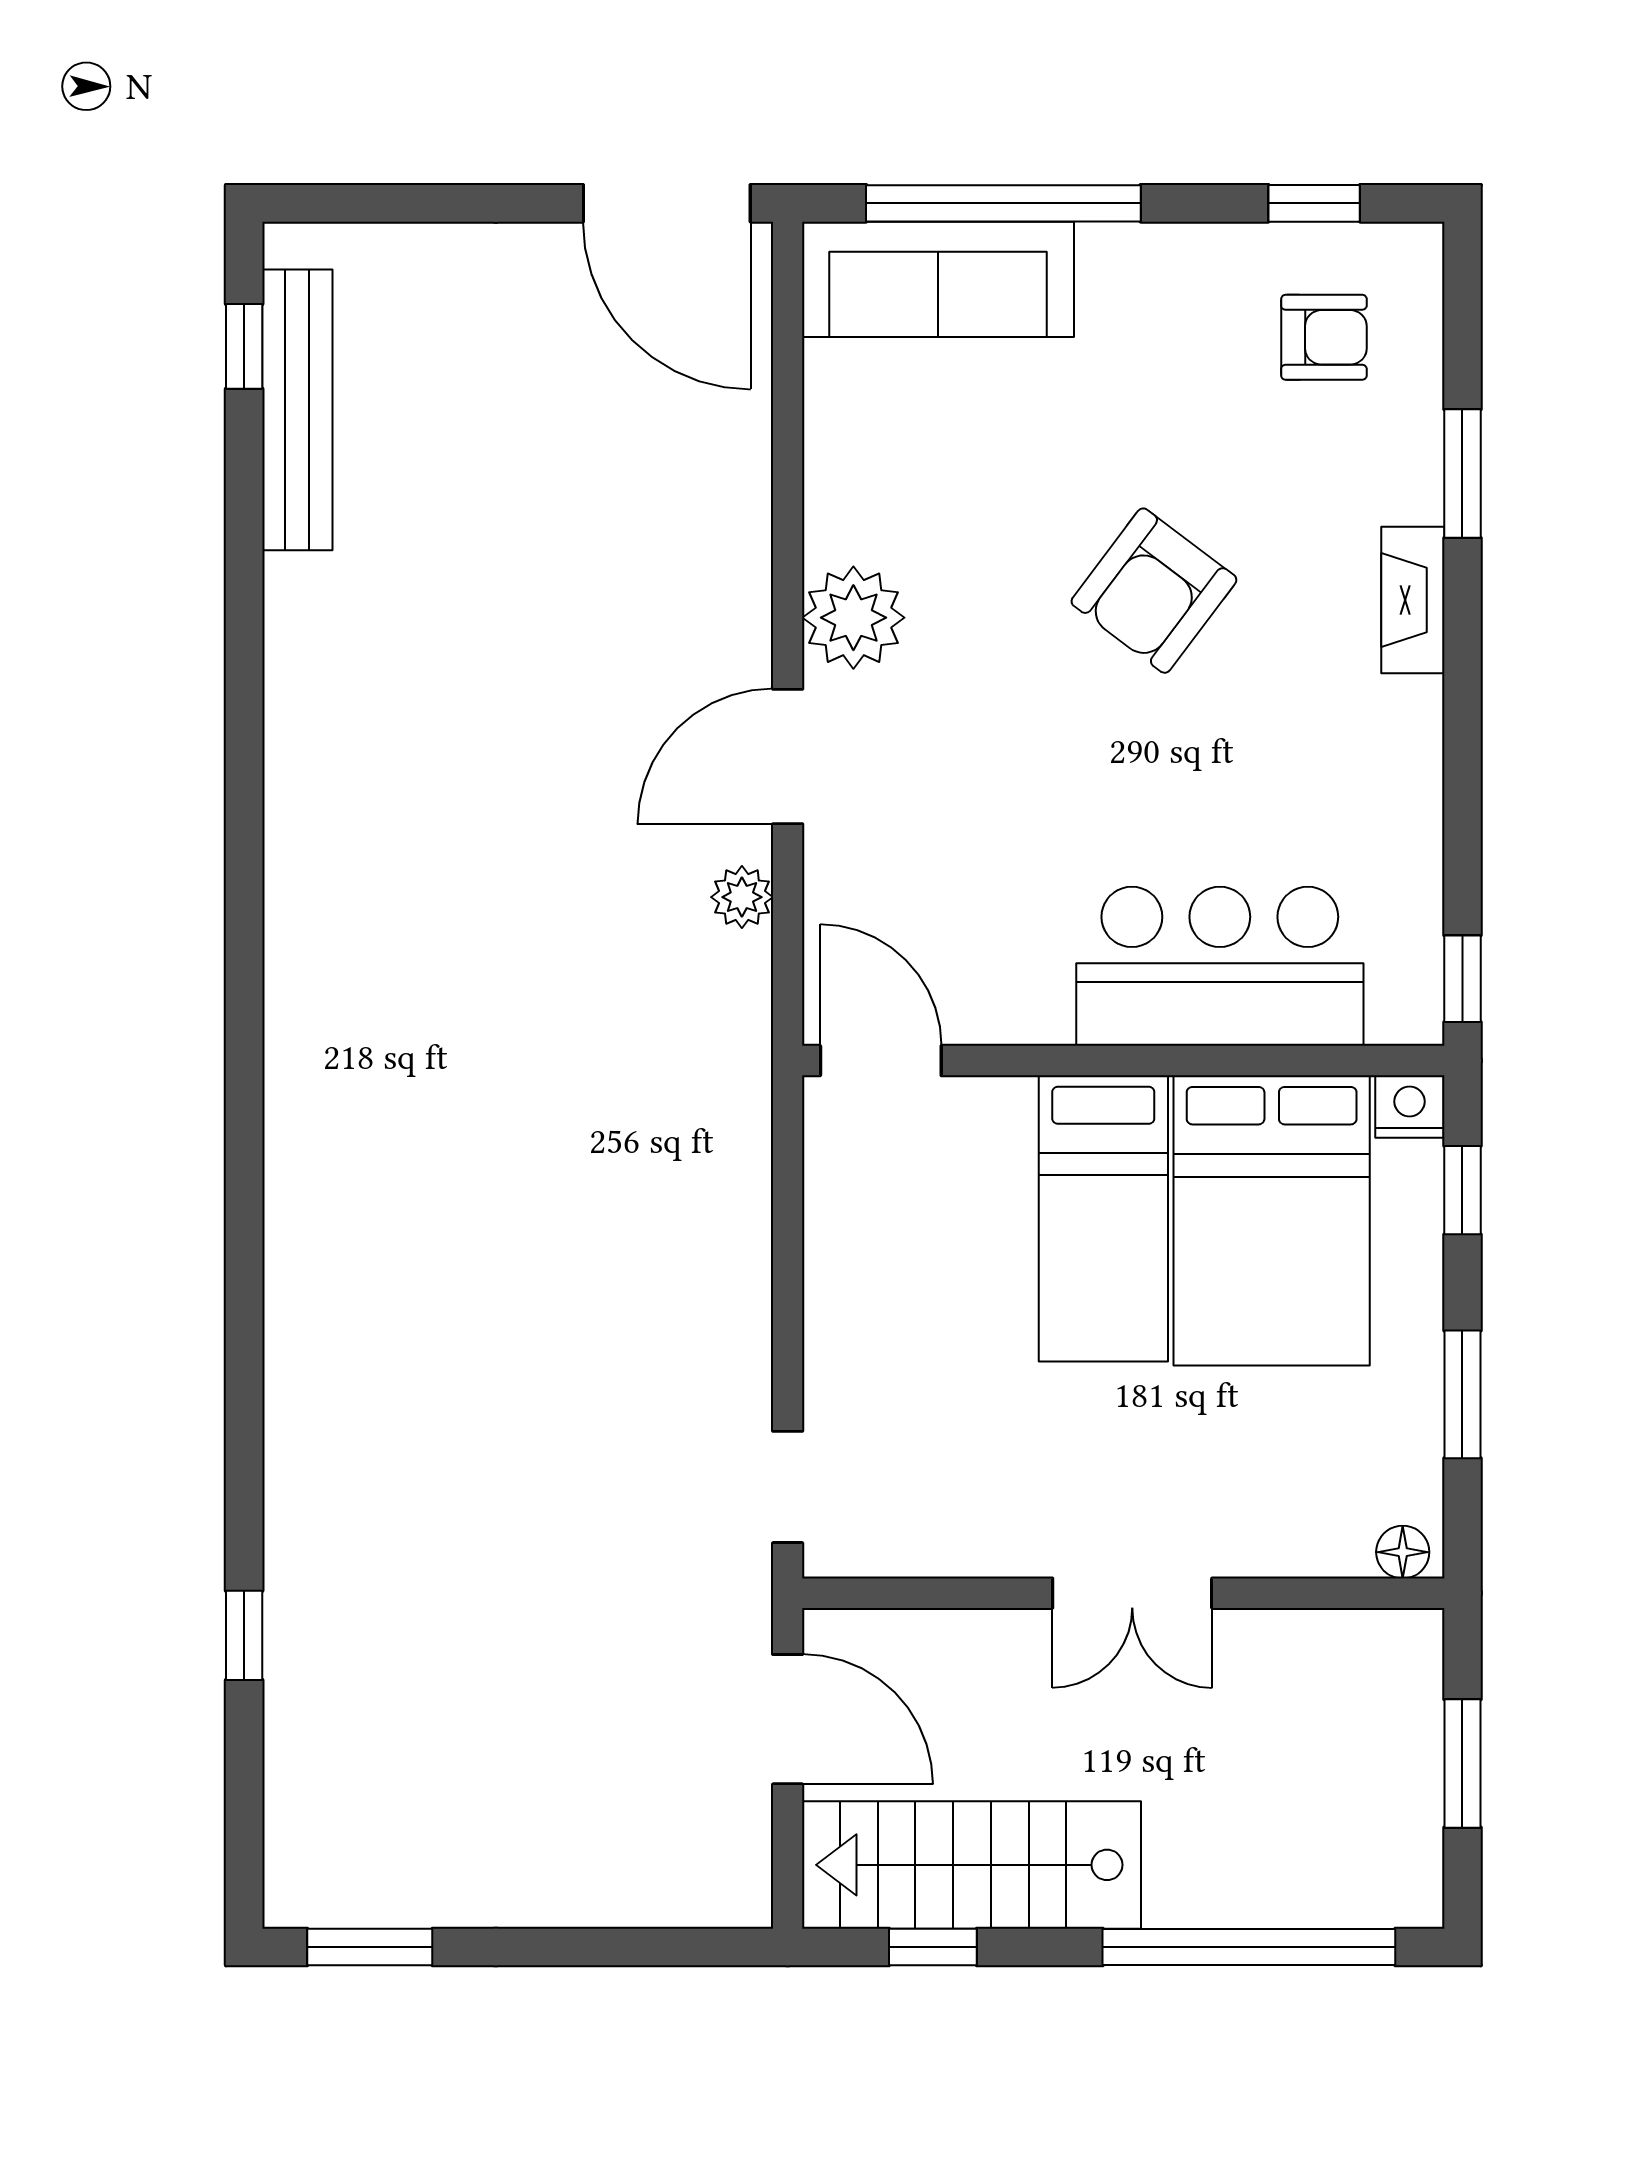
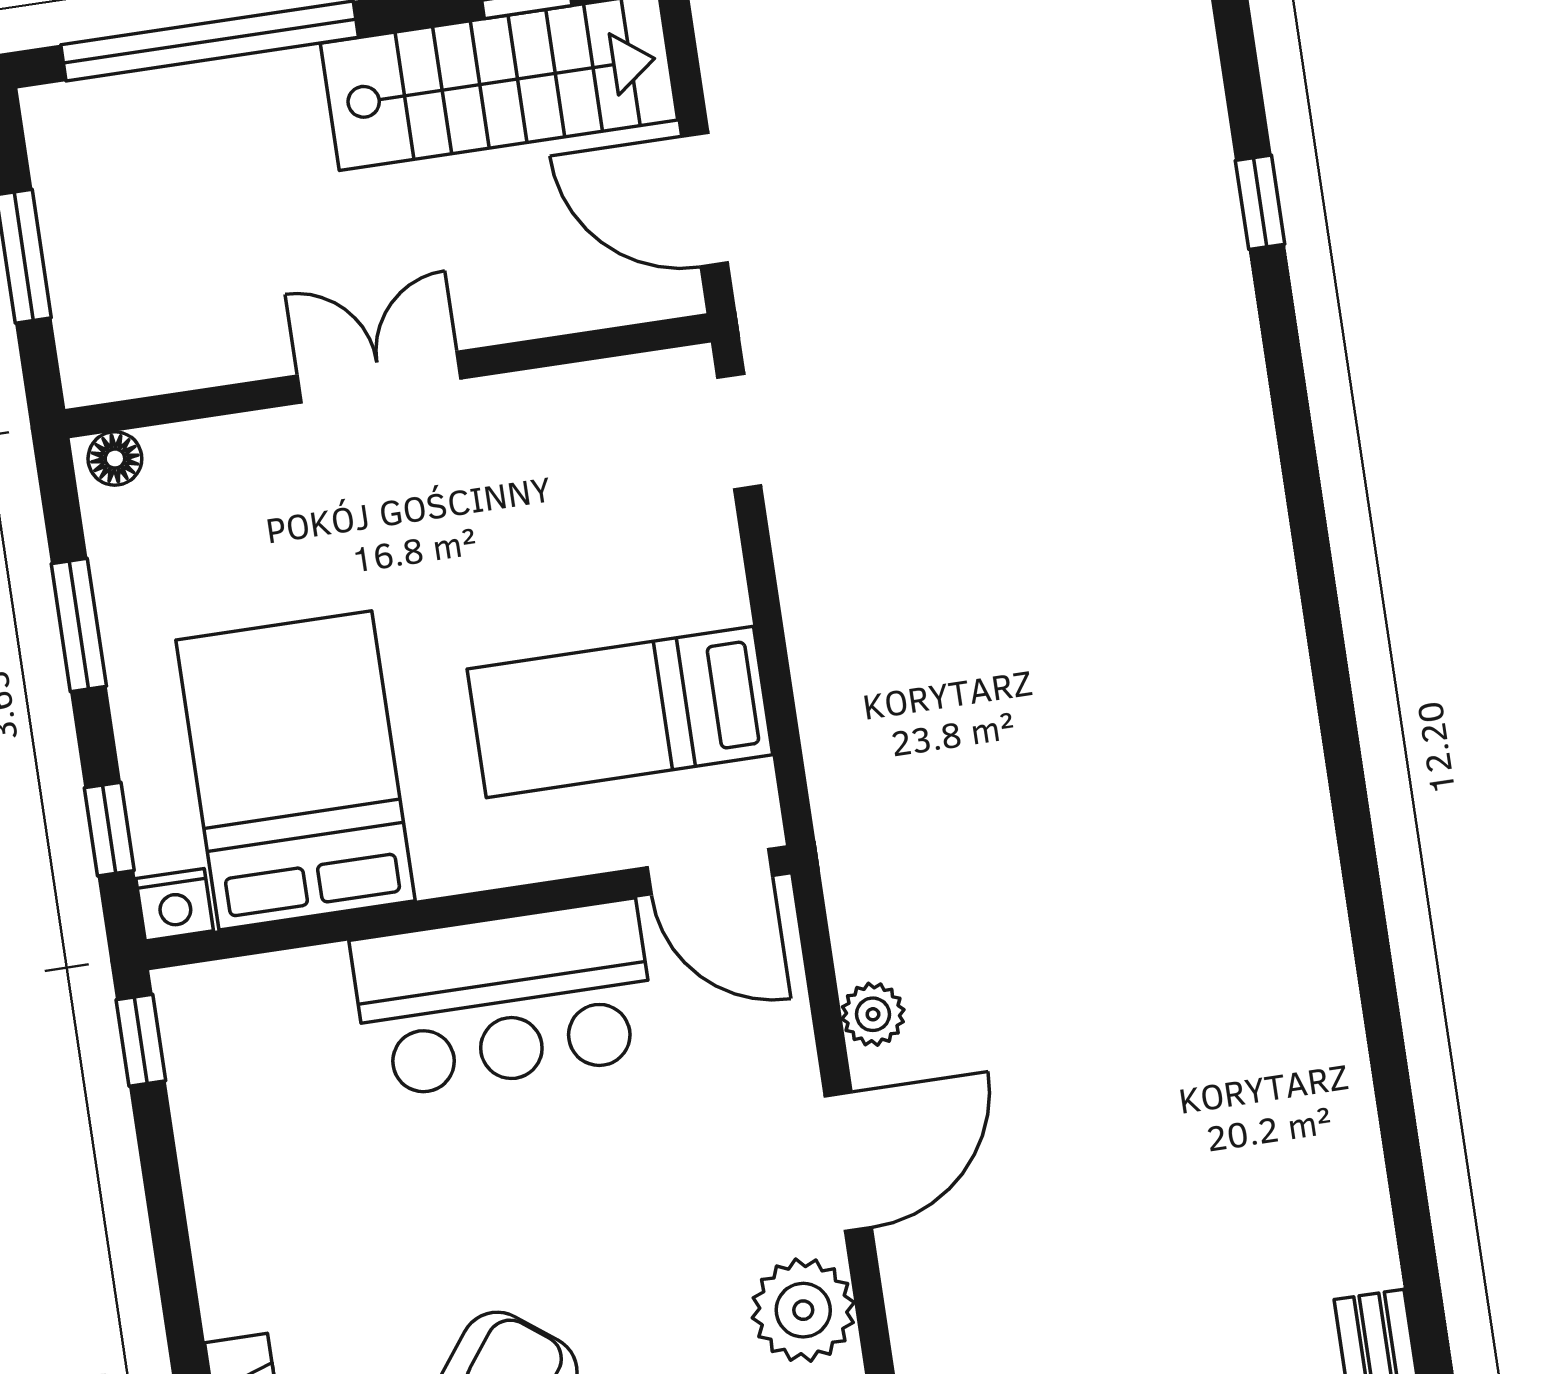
bar counter: (1220, 966) -> (504, 999), moved
bed: (1103, 1218) -> (620, 712), moved, turned -90

